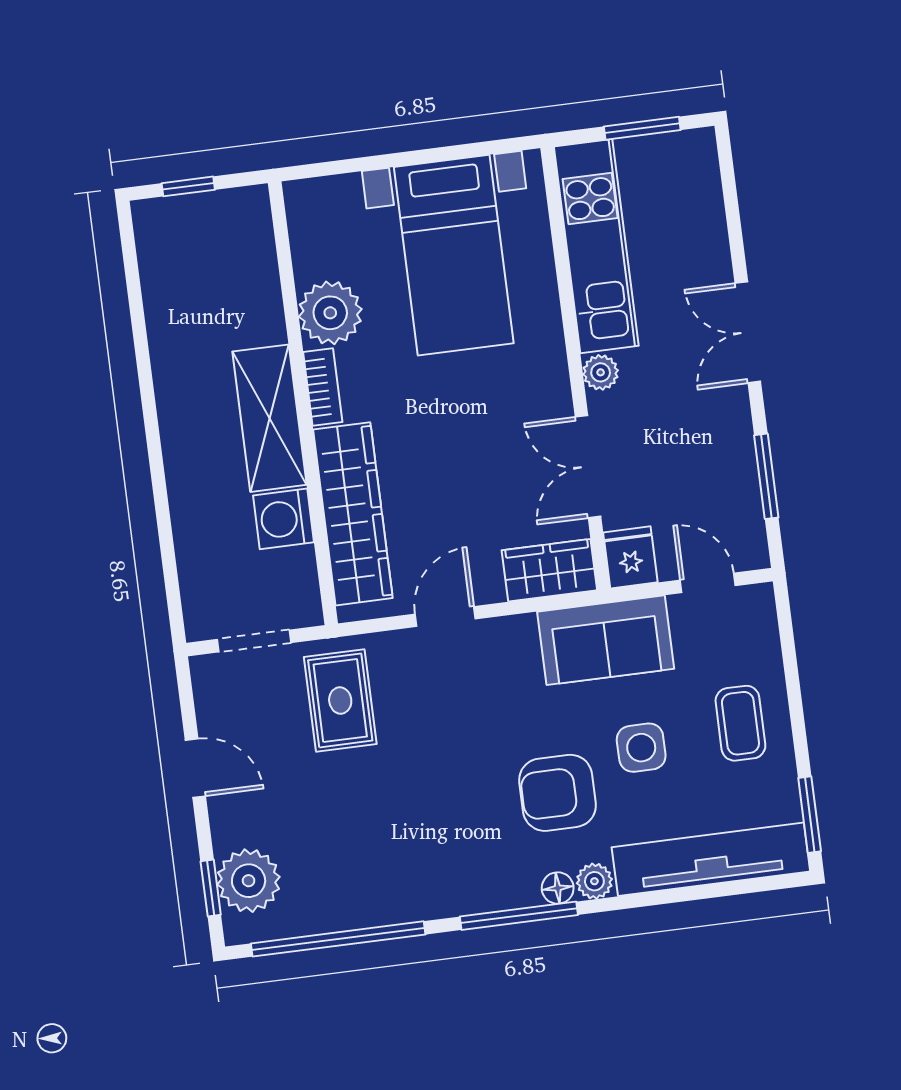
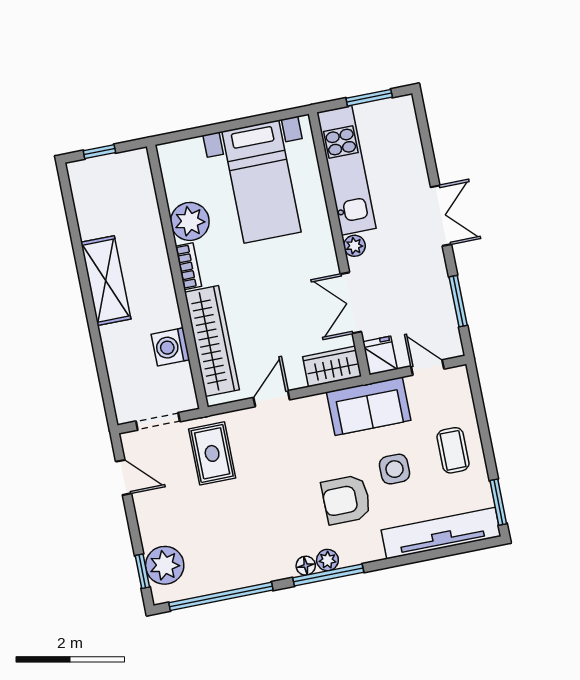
double door: (748, 332) -> (441, 216), swing flipped
shelving: (269, 418) -> (106, 281), moved
door: (195, 768) -> (124, 477), moved
plant: (594, 881) -> (327, 560), moved
floor lamp: (558, 888) -> (306, 566), moved

